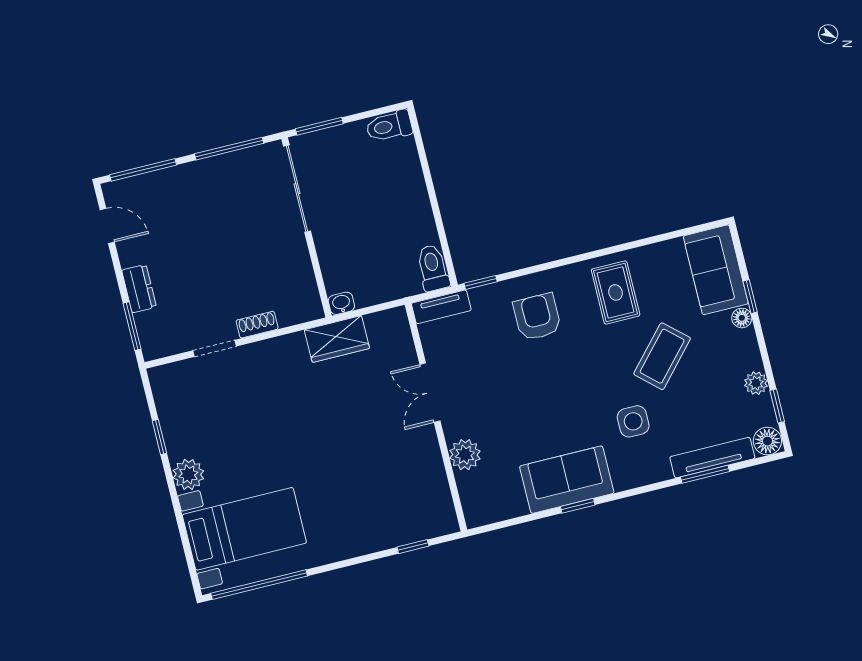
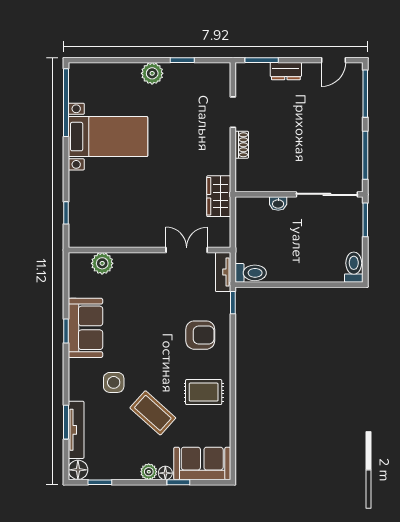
washbasin: (341, 303) -> (278, 204), moved, turned 90
plant: (756, 383) -> (149, 472), moved
double door: (430, 393) -> (187, 250), moved
plant: (465, 455) -> (102, 263), moved
bed with nightstands: (244, 529) -> (108, 137), moved, turned -90

